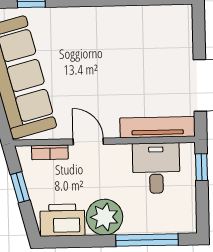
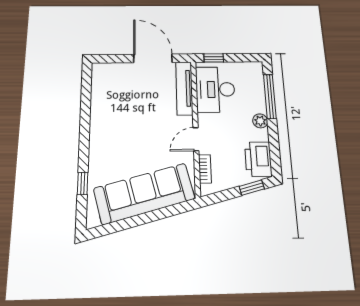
desk: (156, 168) -> (215, 89), width x1.37
window: (20, 187) -> (252, 188), moved
plant: (105, 217) -> (260, 121), width x0.53, depth x0.53

